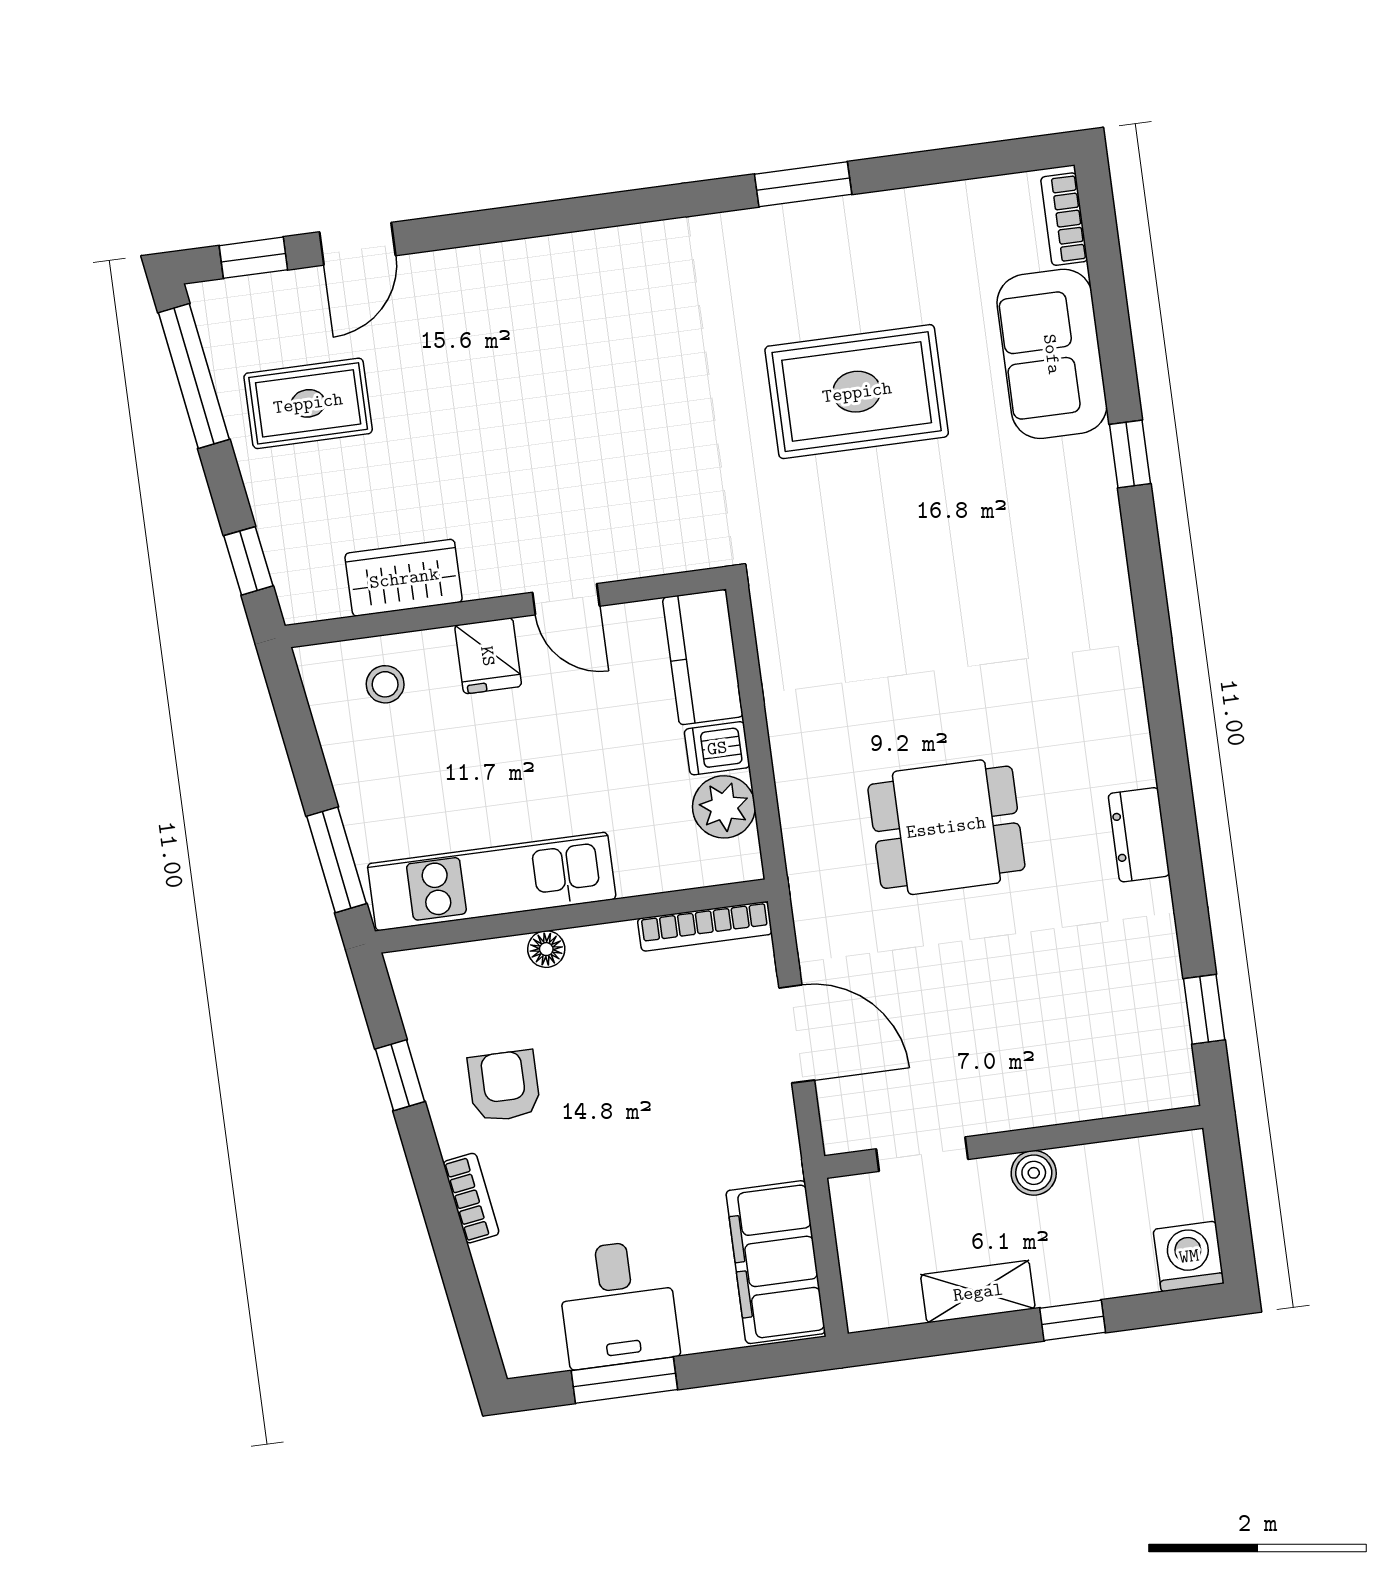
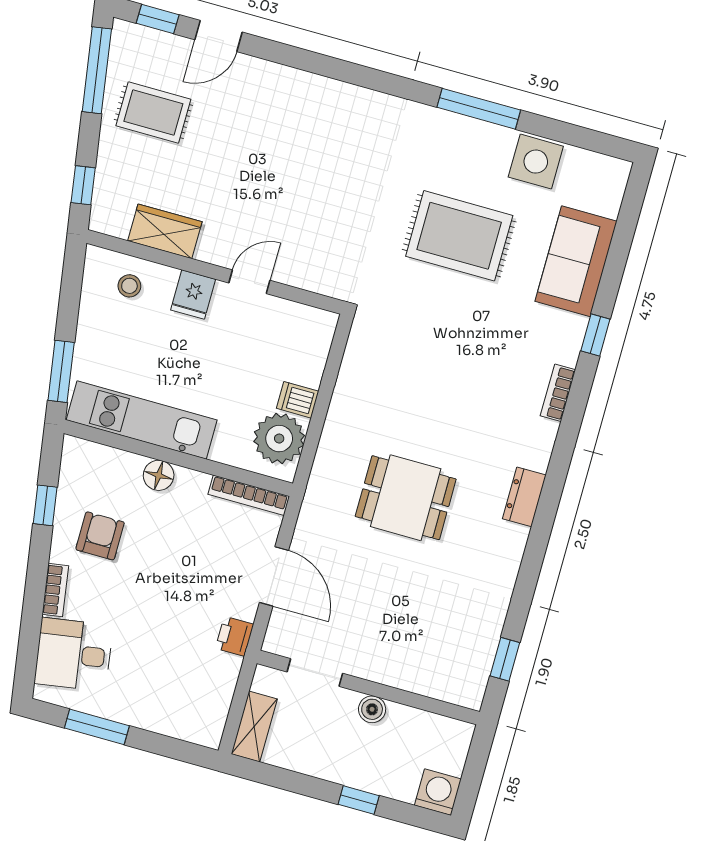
window: (803, 184) -> (479, 109), width x1.44
bookcase: (1064, 219) -> (558, 393), moved
side table: (925, 228) -> (536, 162), added
door: (566, 599) -> (249, 282), swing flipped
kitchen counter: (703, 657) -> (311, 346), removed
plant: (724, 807) -> (279, 439), width x1.36, depth x1.36
dresser: (1139, 835) -> (524, 497), moved
floor lamp: (546, 949) -> (159, 475), width x1.37, depth x1.37
printer: (776, 1151) -> (235, 636), added
filing cabinet: (776, 1262) -> (208, 698), removed
shelving: (978, 1292) -> (254, 726), moved, turned 90
desk: (618, 1304) -> (74, 655), moved, turned 81

